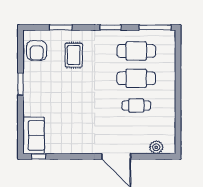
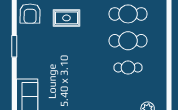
rug: (74, 55) -> (66, 18), turned 90

